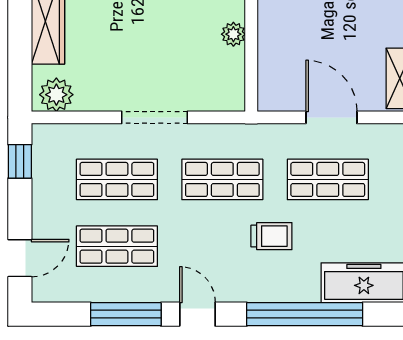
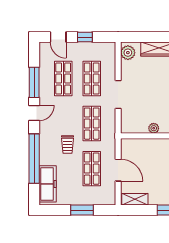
door: (331, 117) -> (118, 170), hinge flipped
window: (20, 161) -> (85, 37), moved

